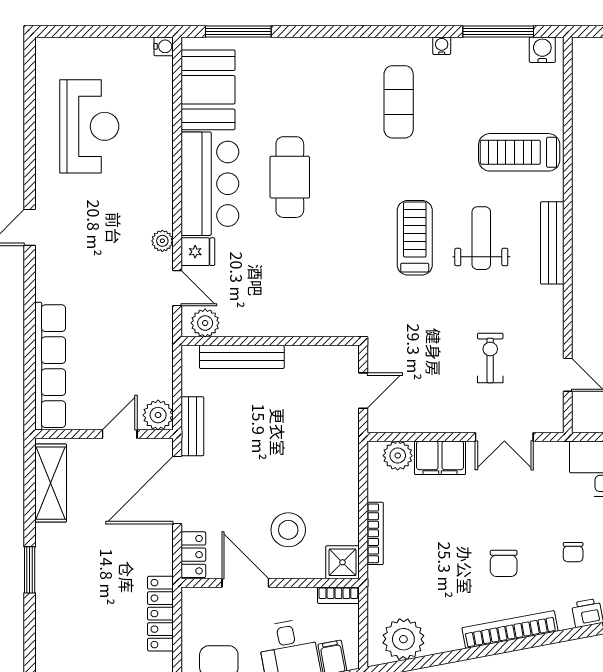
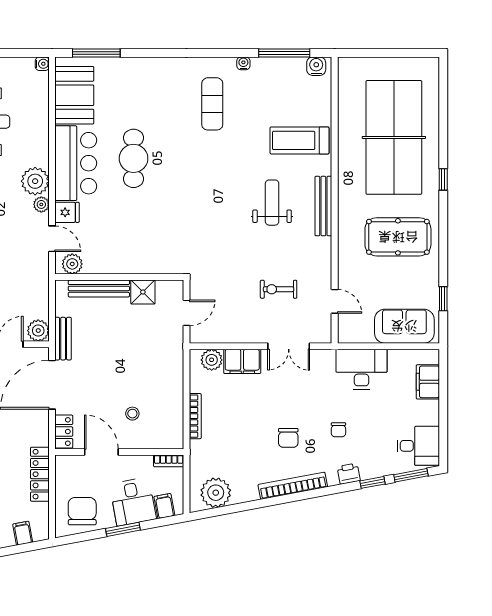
plant: (154, 209) -> (35, 181), added
treadmill: (415, 238) -> (224, 202), removed
exercise bike: (490, 358) -> (279, 289), turned -90
stool: (288, 530) -> (132, 414), width x0.53, depth x0.53
shower: (342, 562) -> (143, 292), moved

